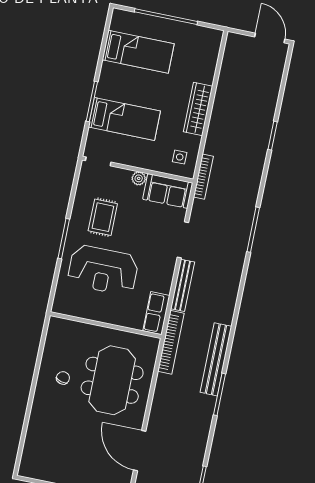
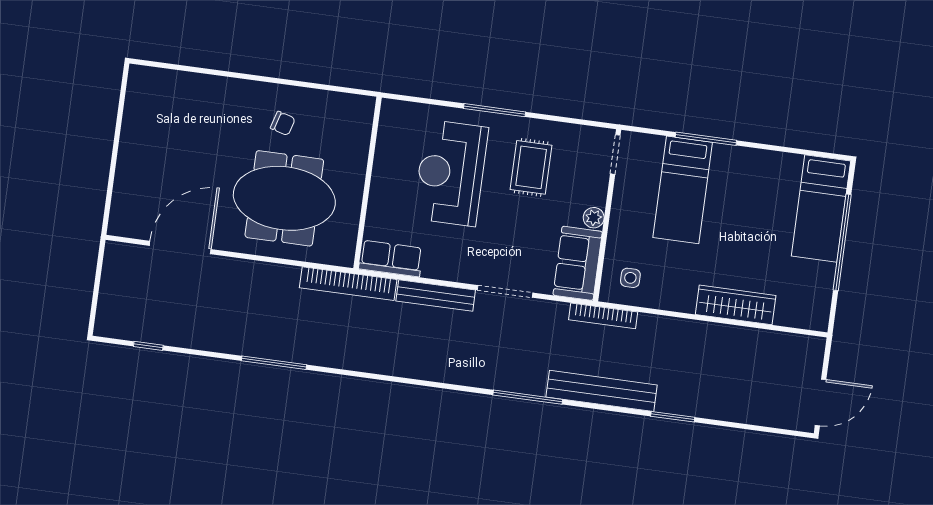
bed: (138, 52) -> (821, 209), moved
wardrobe: (198, 109) -> (736, 305), moved
rug: (103, 217) -> (531, 167), turned 90
bench: (216, 359) -> (602, 391), moved

